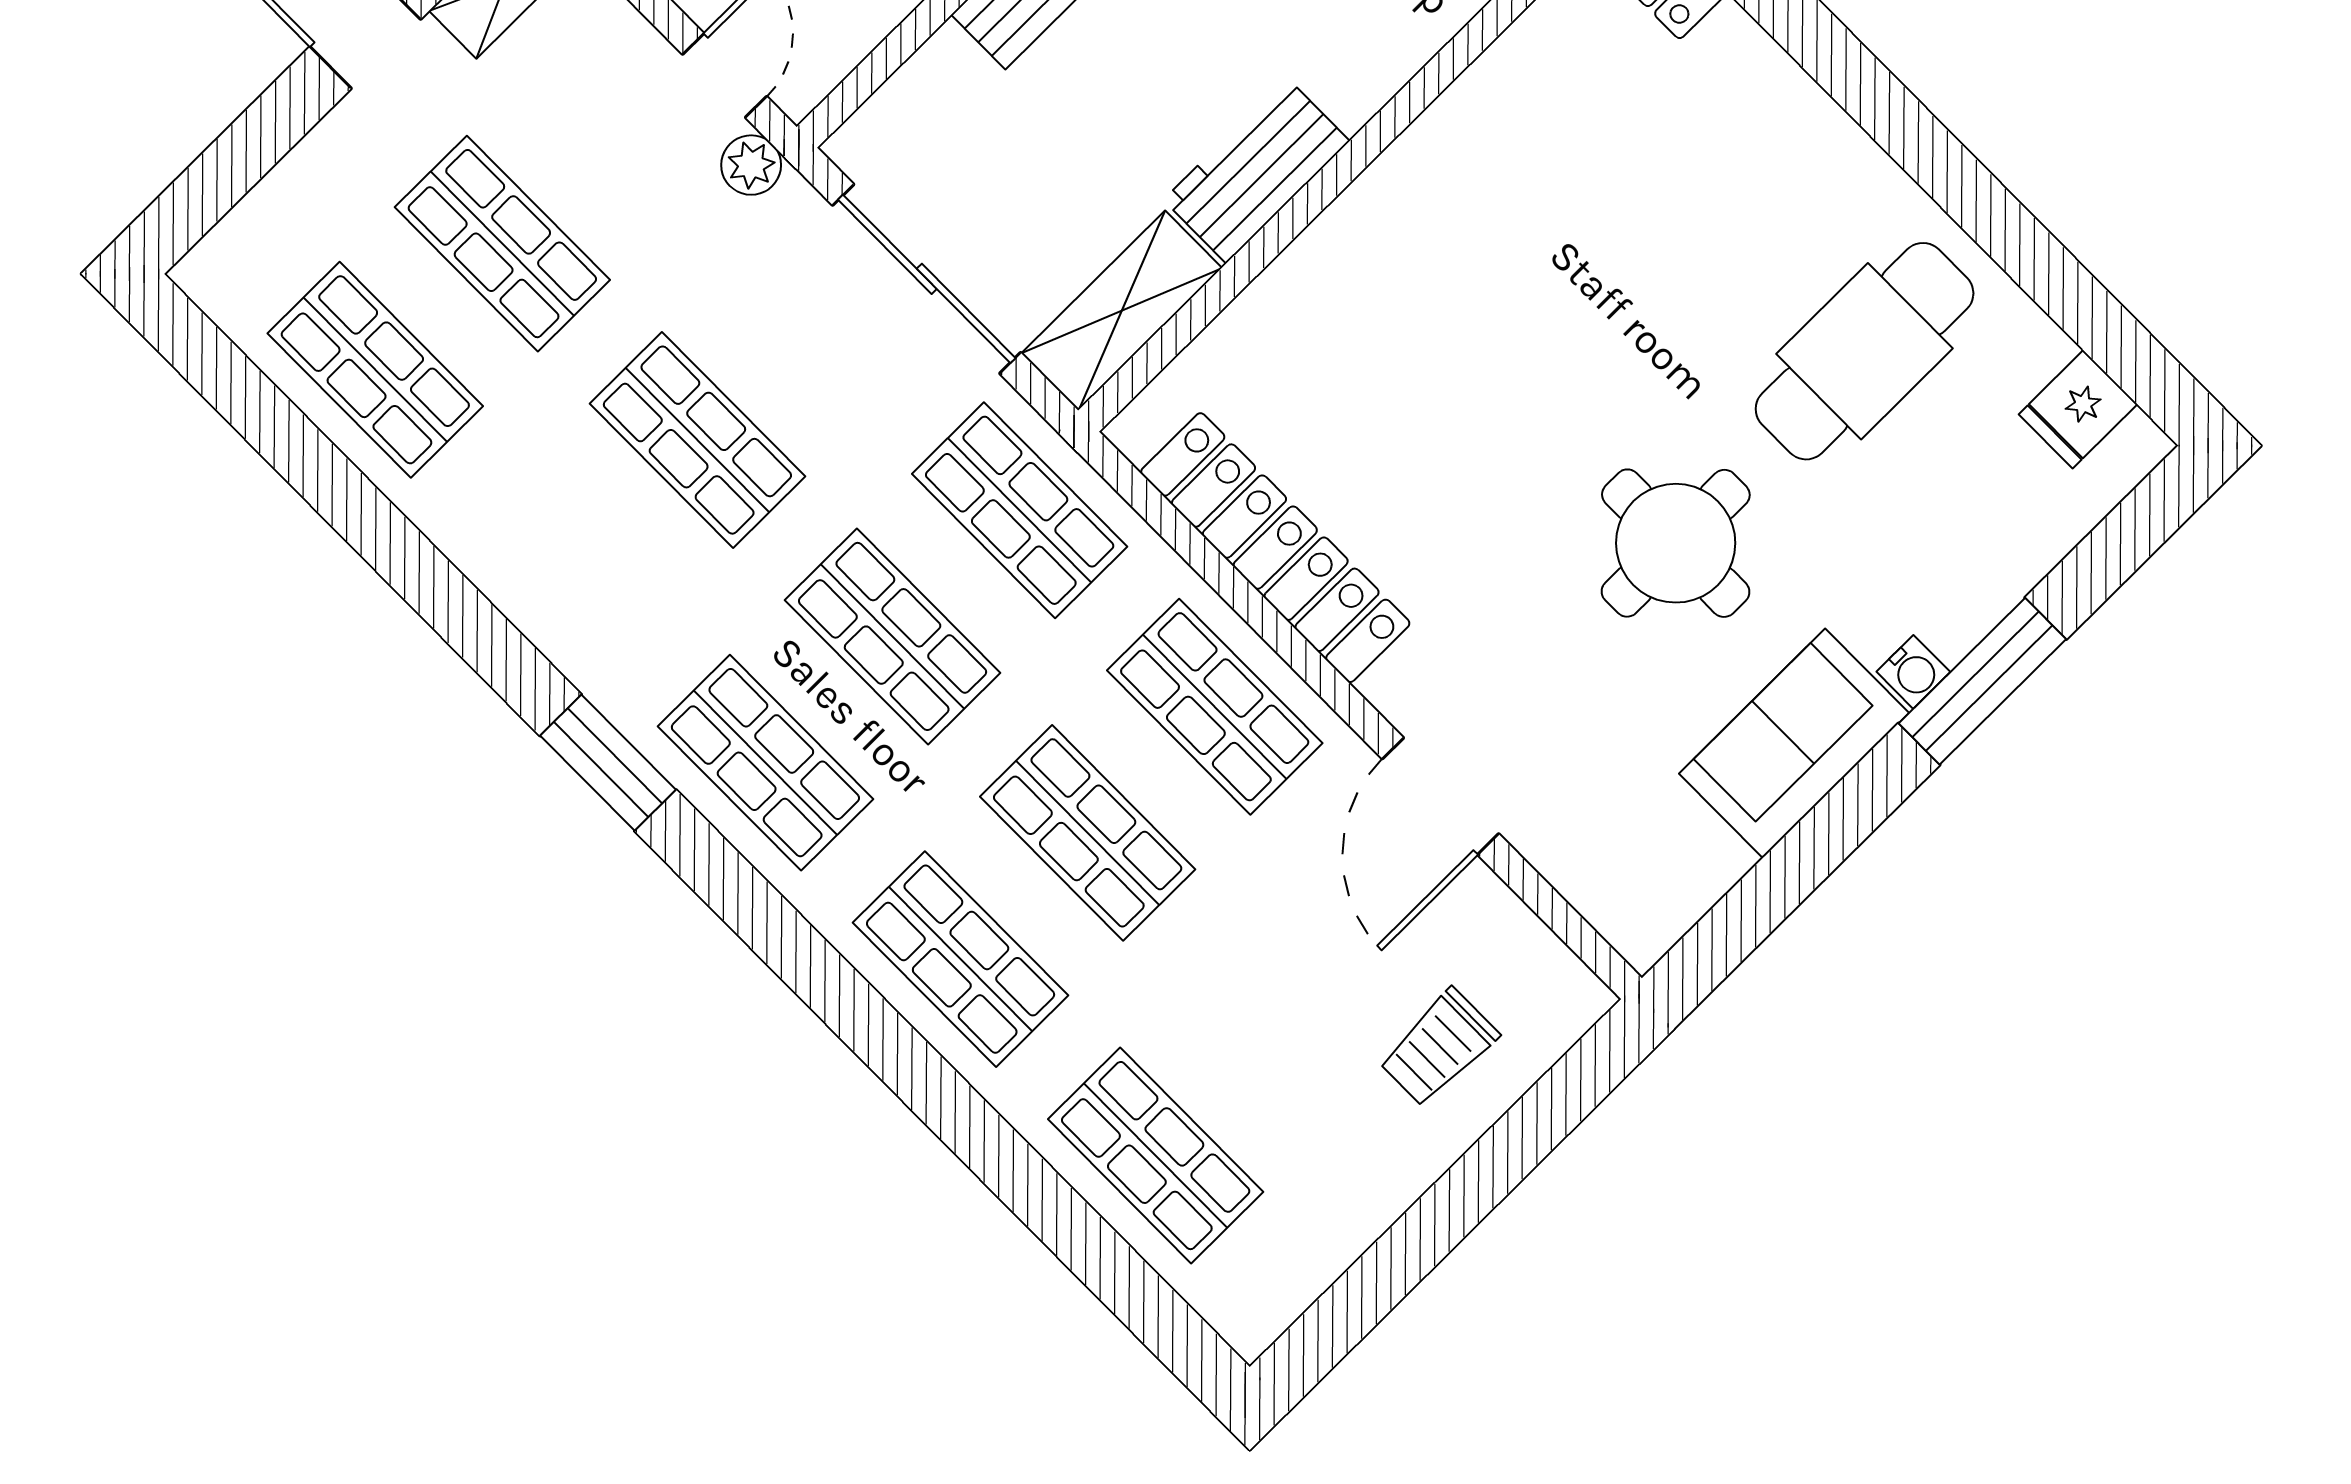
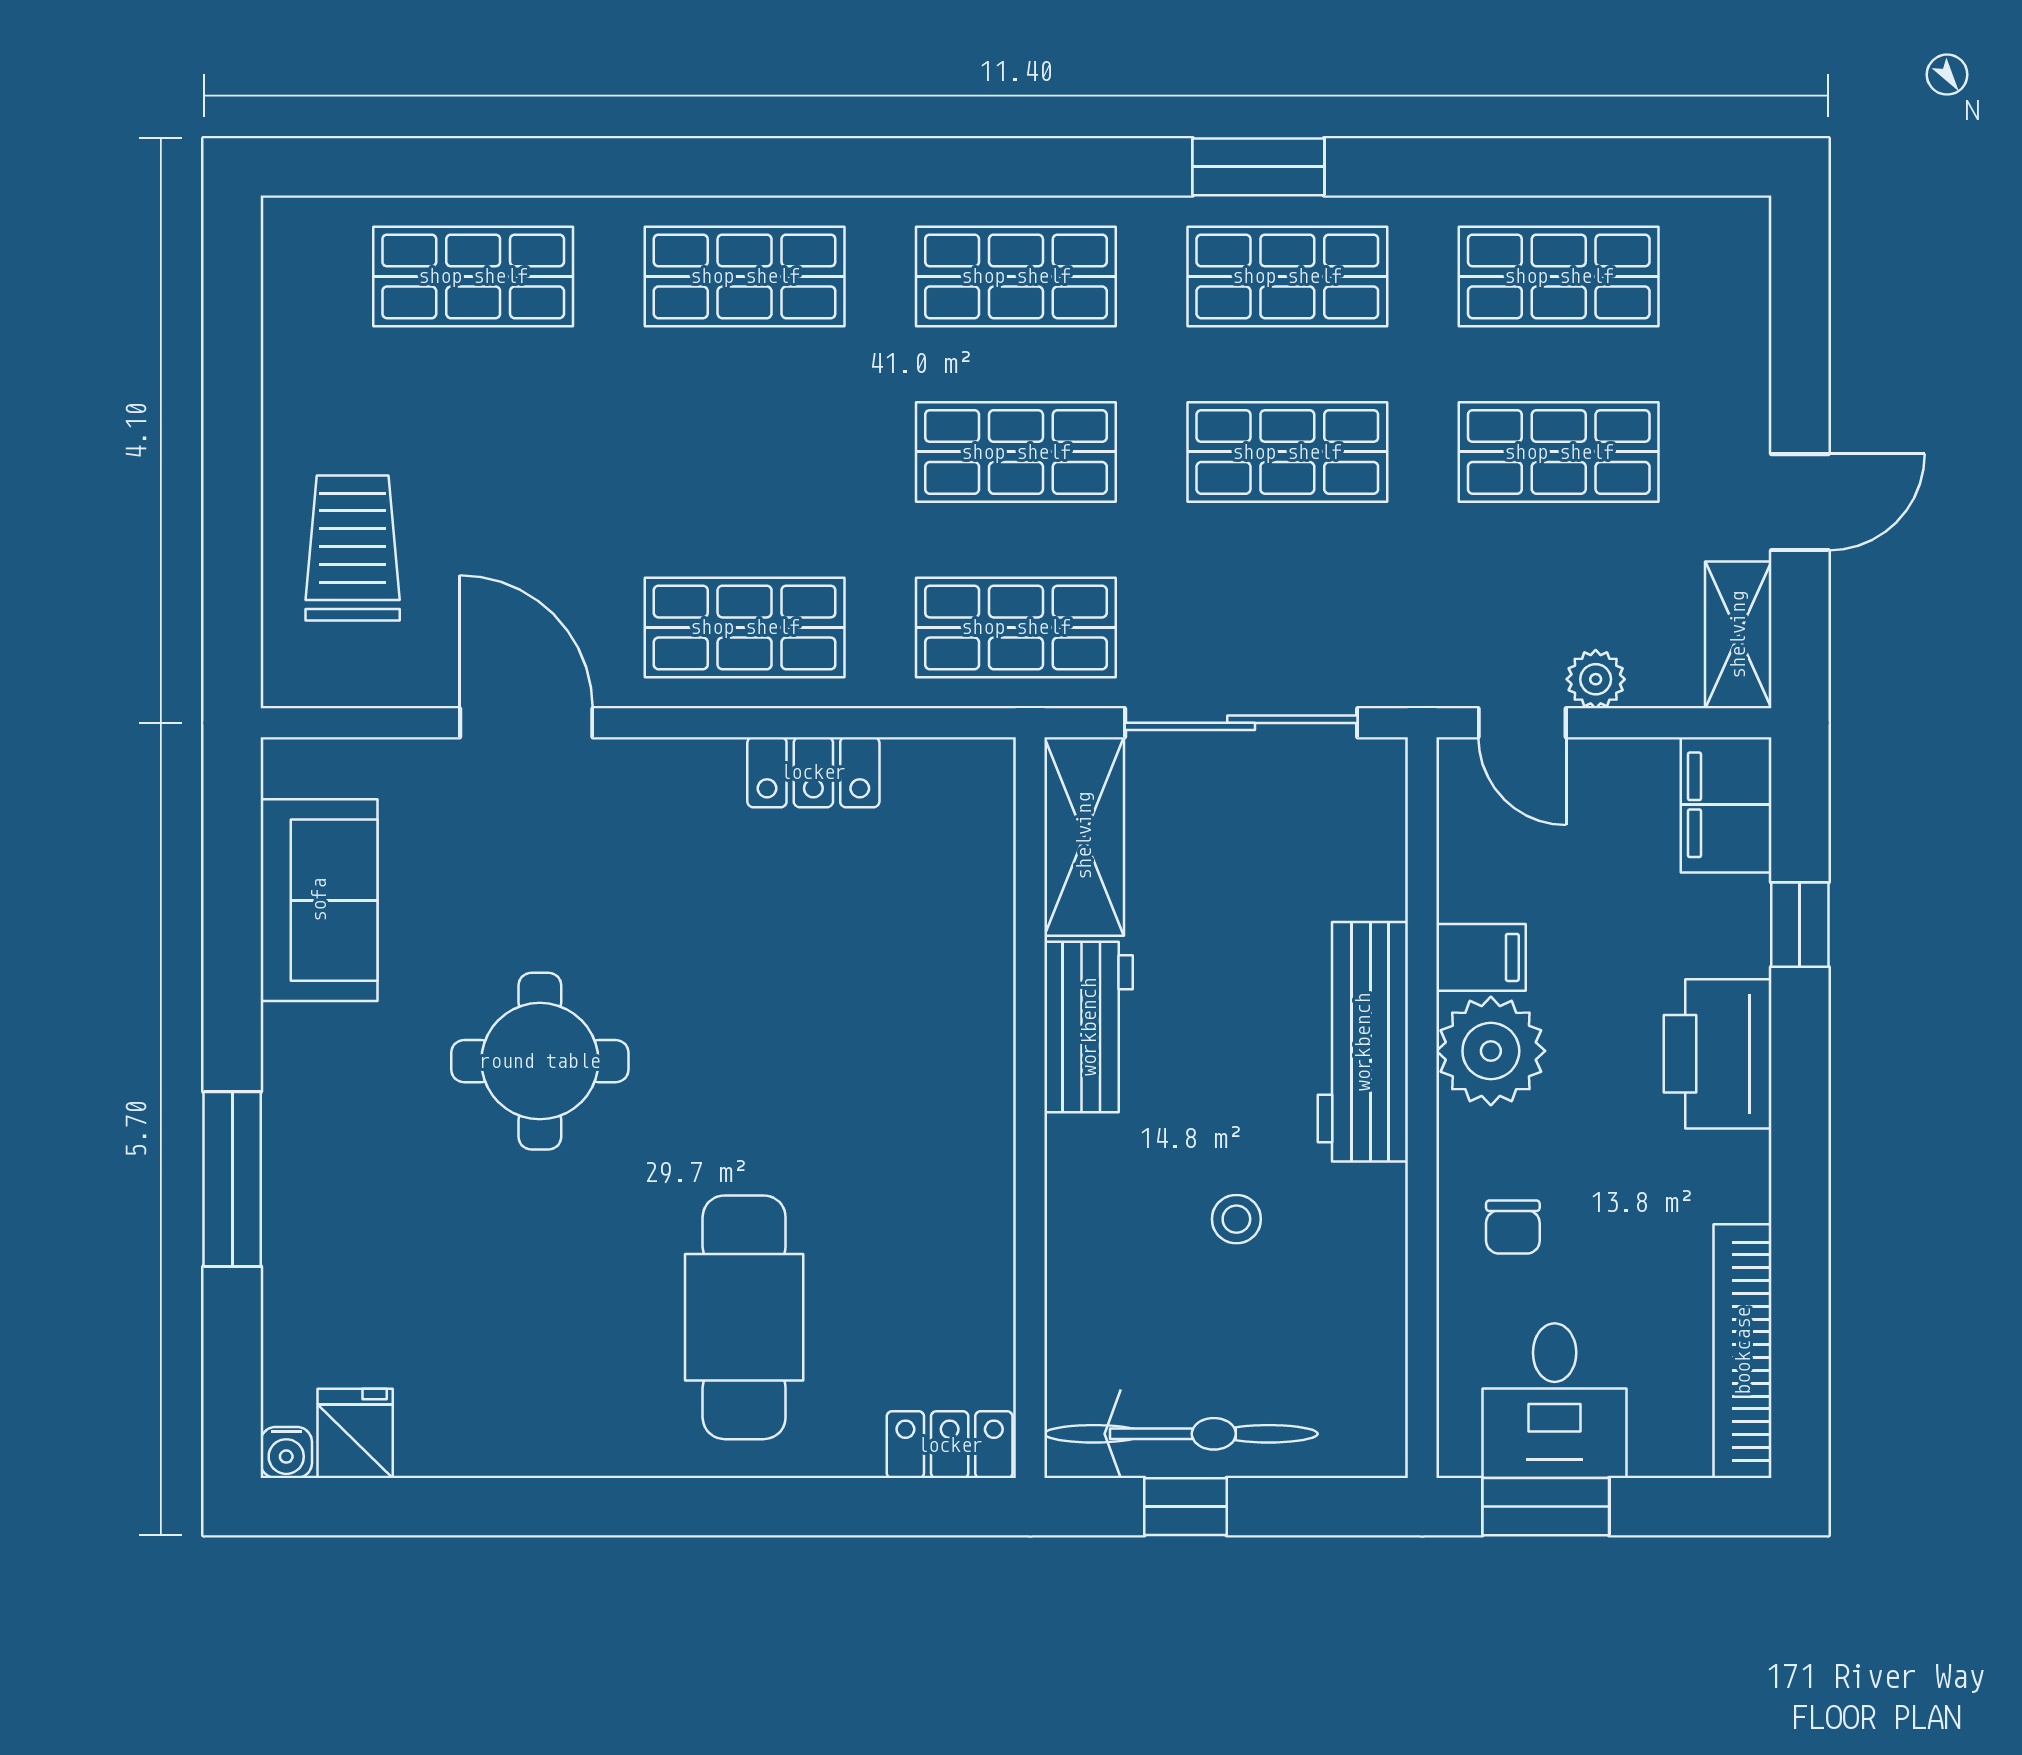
plant: (751, 165) -> (1596, 679), moved
cafe table: (1865, 351) -> (744, 1317), moved
locker: (1275, 548) -> (813, 772), width x0.46, depth x0.83
water cooler: (1913, 672) -> (286, 1452), moved, turned -90
sofa: (1794, 743) -> (319, 900), moved
window: (608, 763) -> (1258, 167), moved
shop shelf: (1088, 833) -> (1287, 276), moved
trolley: (1439, 1048) -> (353, 548), width x1.36, depth x1.39

